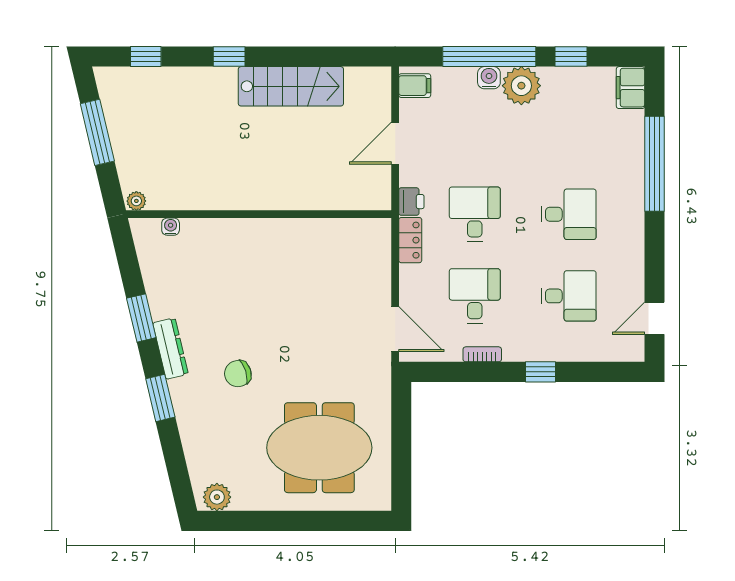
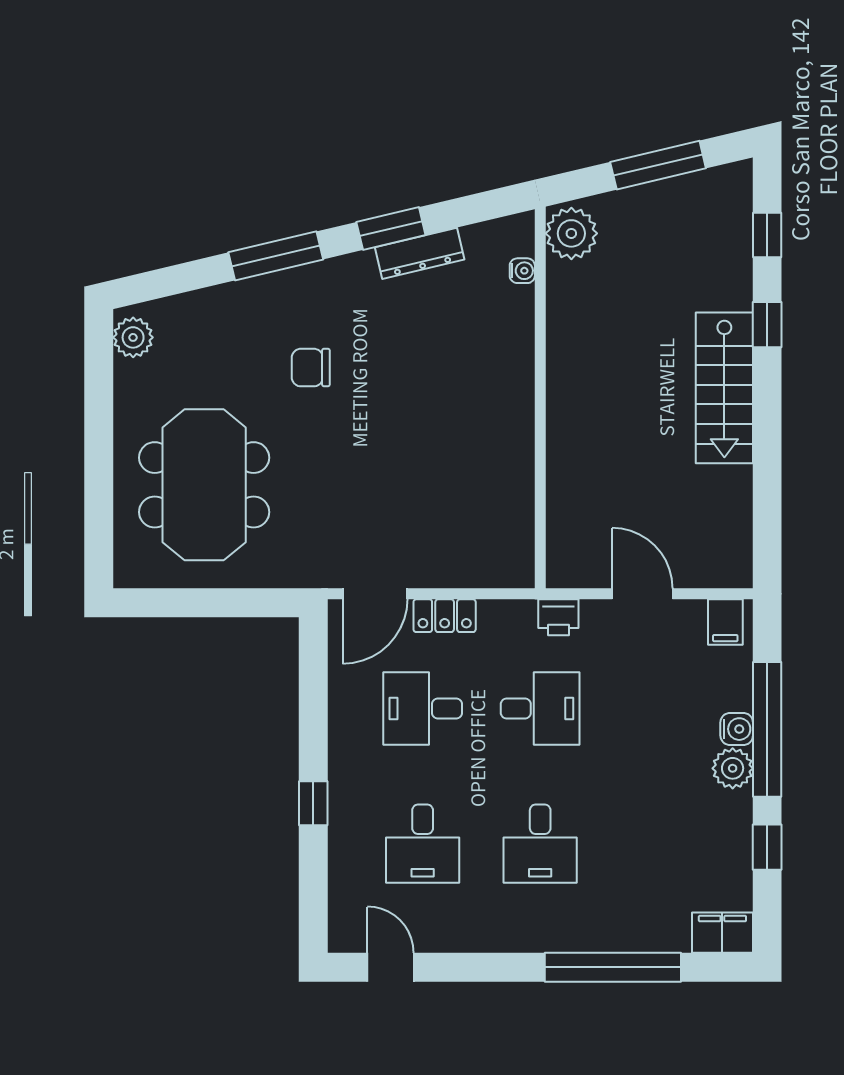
window: (229, 57) -> (767, 325), moved
stairs: (291, 86) -> (724, 388), moved
plant: (521, 86) -> (733, 768), width x0.73, depth x0.73
plant: (136, 201) -> (571, 233), width x1.88, depth x1.88
locker: (410, 240) -> (445, 616), moved
desk: (475, 296) -> (423, 708), turned 180
dresser: (171, 348) -> (420, 253), moved
bookcase: (482, 354) -> (338, 719), removed
chair: (238, 374) -> (311, 368), turned -72
window: (160, 398) -> (276, 256), width x1.44

